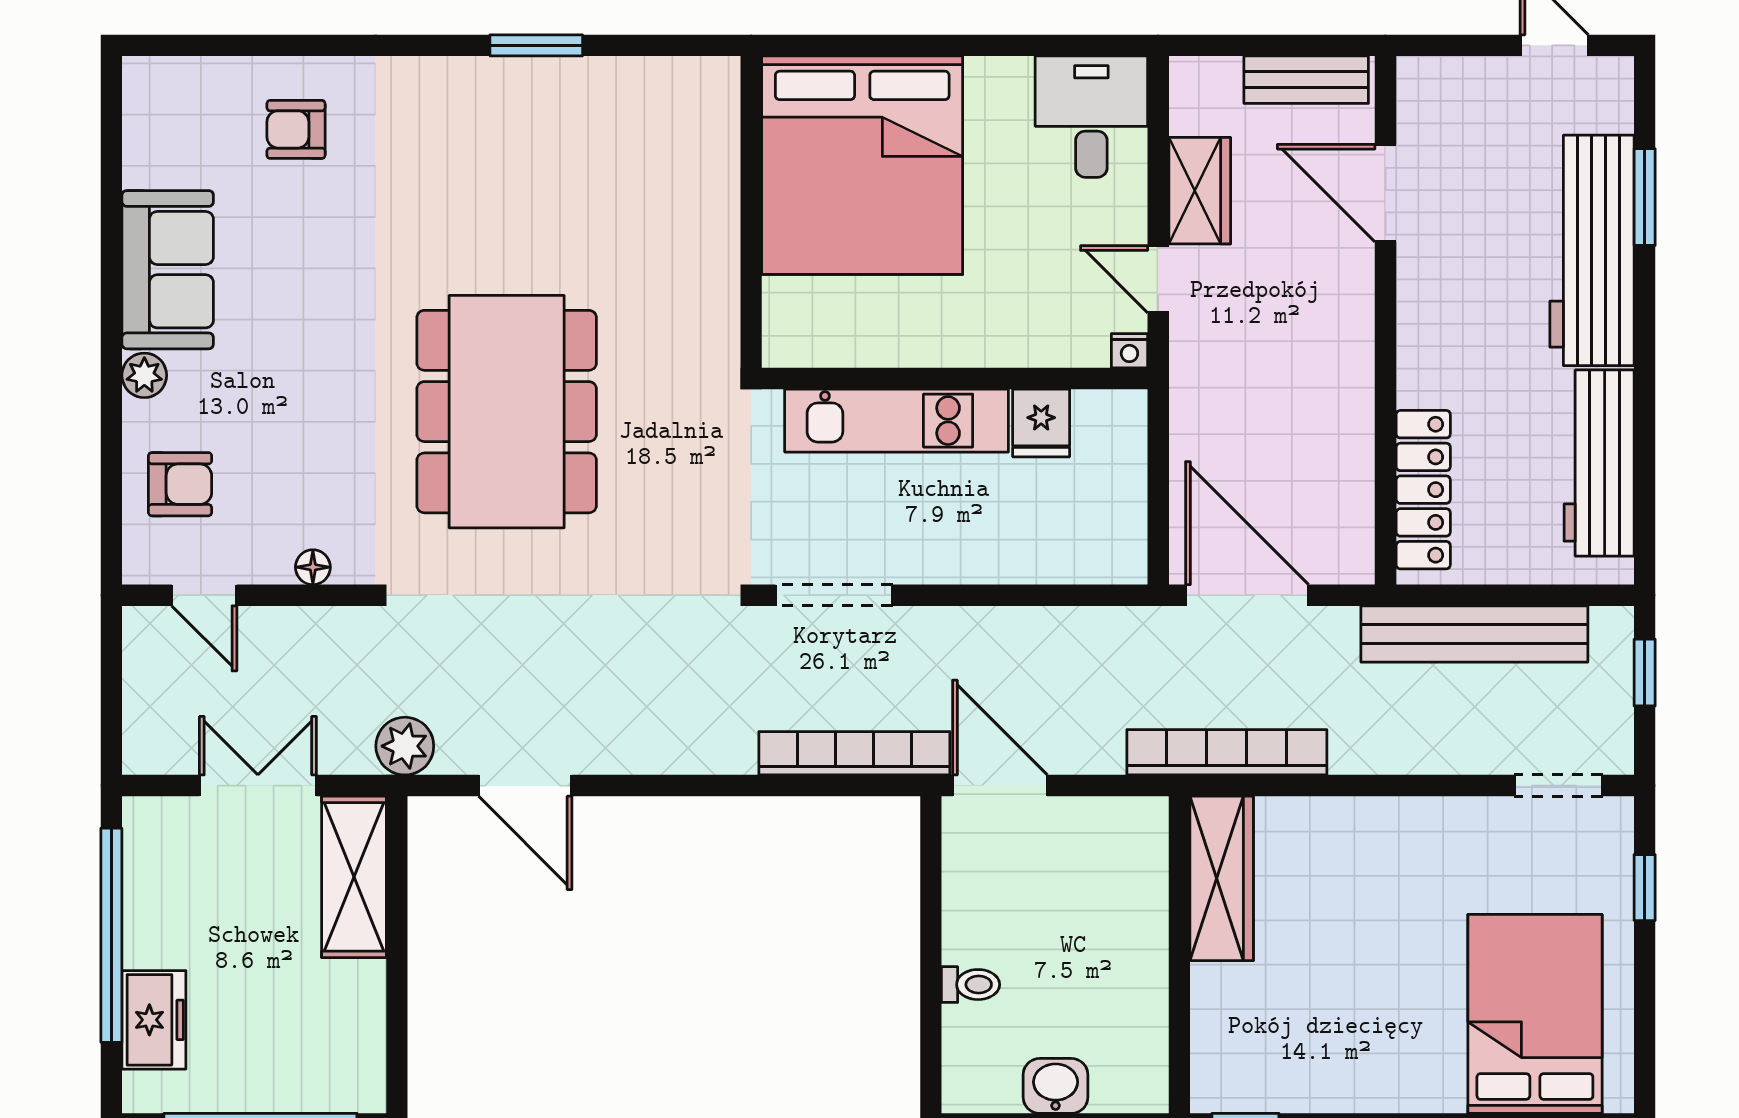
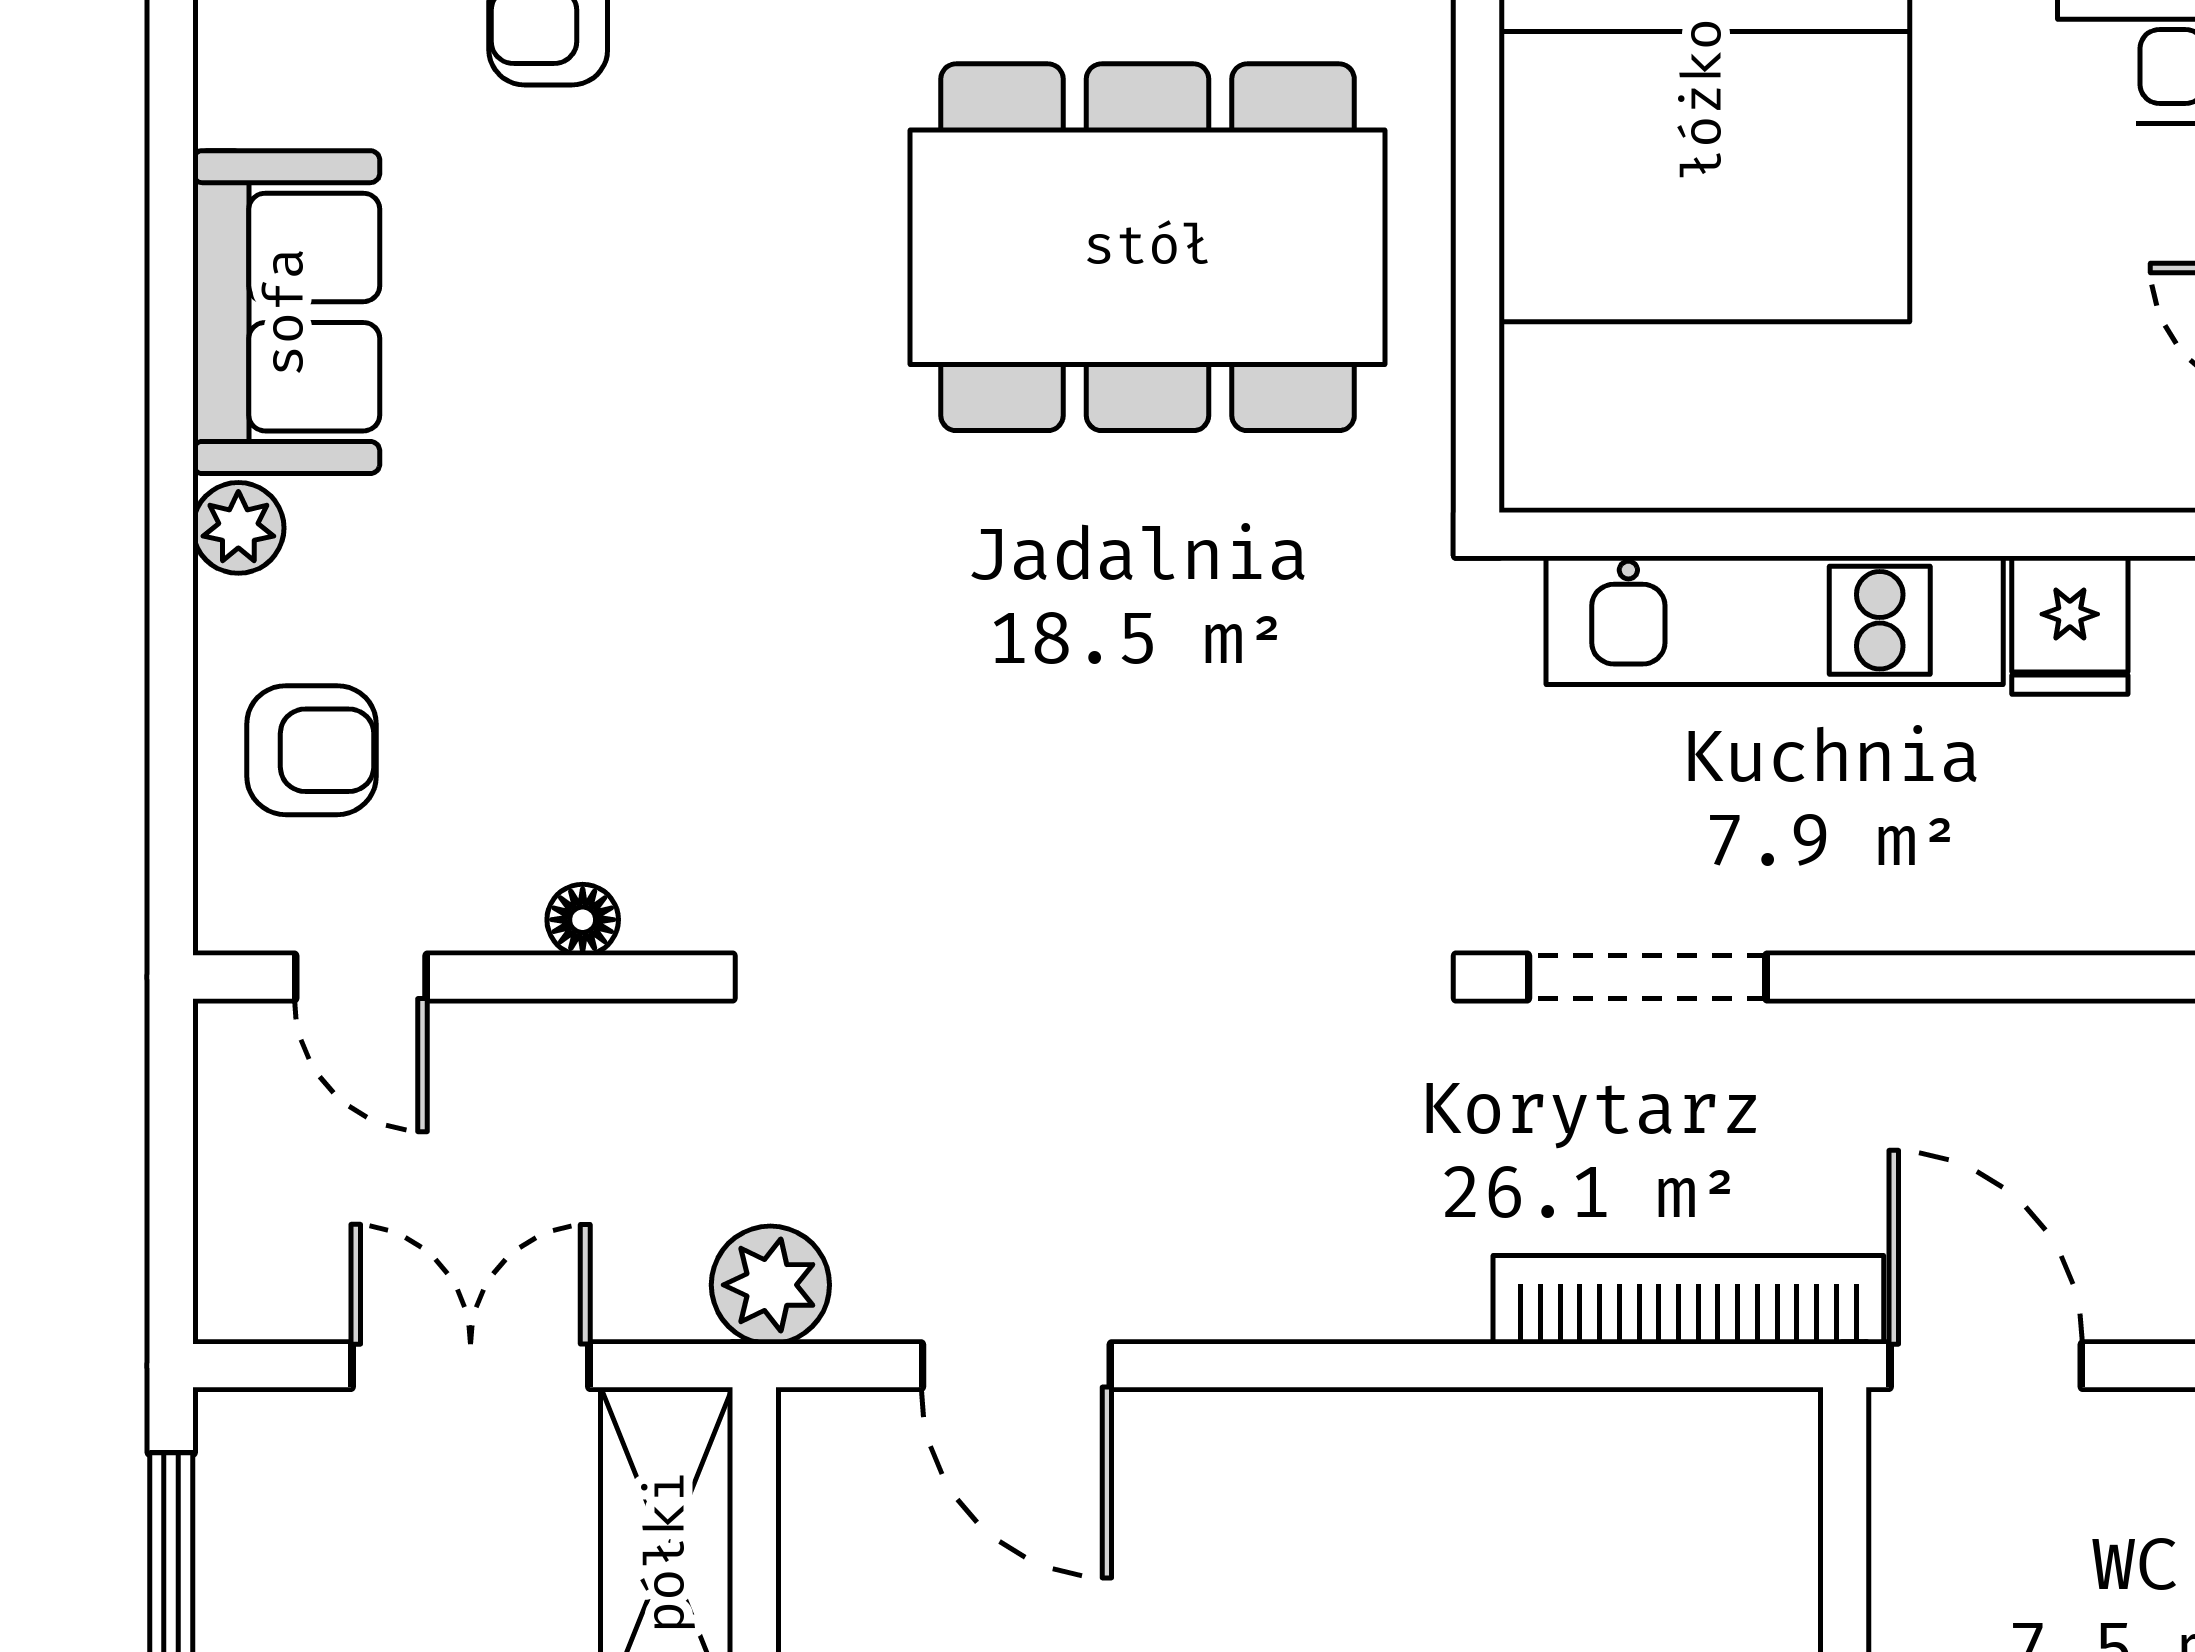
dining table: (507, 412) -> (1148, 247), moved, turned 90

